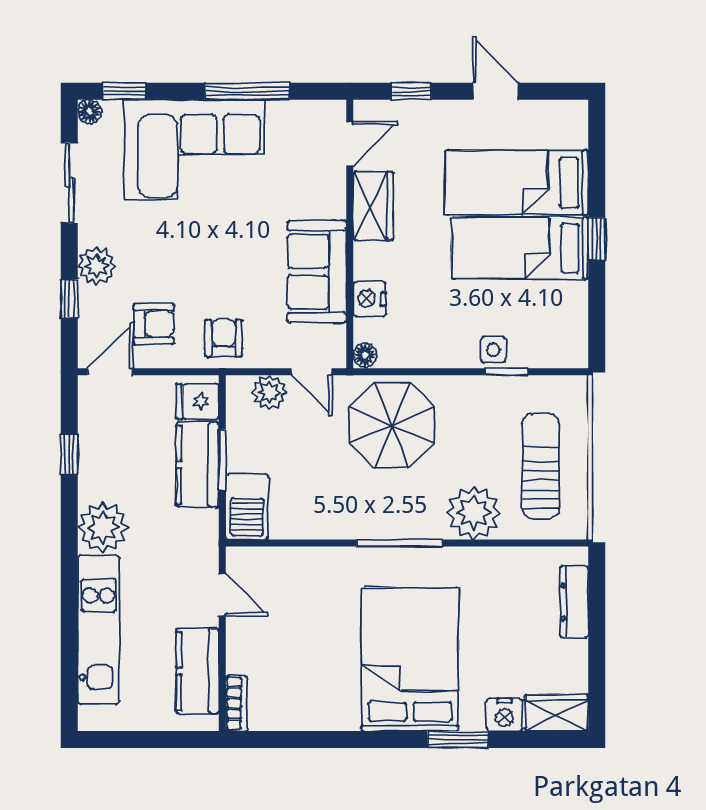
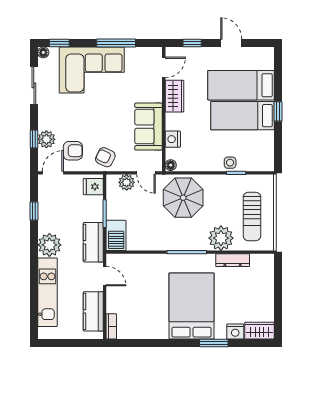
plant: (97, 266) -> (46, 139), moved
armchair: (224, 338) -> (105, 157), turned -65
kitchen counter: (197, 465) -> (93, 242), moved
sun lounger: (541, 466) -> (252, 216), turned 180
dresser: (574, 602) -> (233, 260), moved, turned -90

